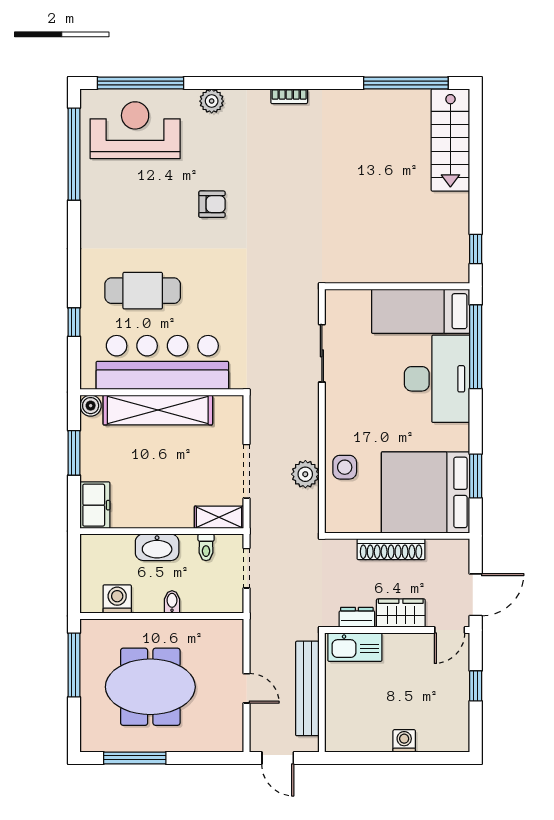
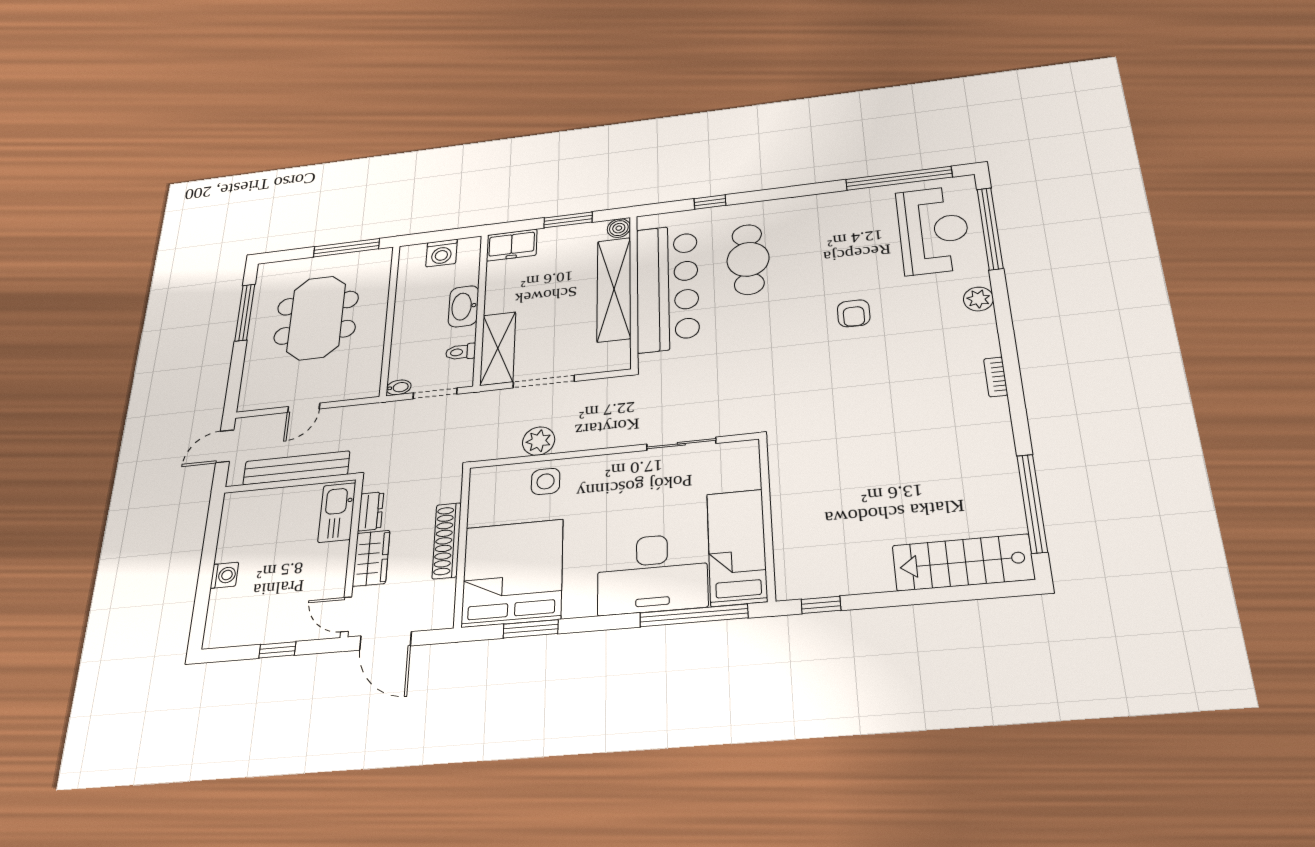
shelving: (219, 517) -> (498, 348), width x1.50, depth x1.33
washing machine: (117, 599) -> (442, 253), moved, turned 90
bidet: (172, 602) -> (399, 387), moved

